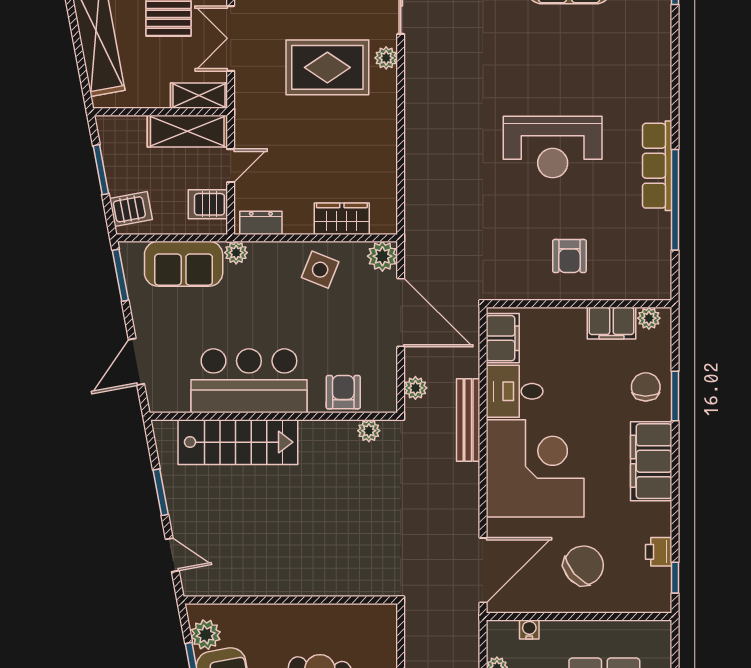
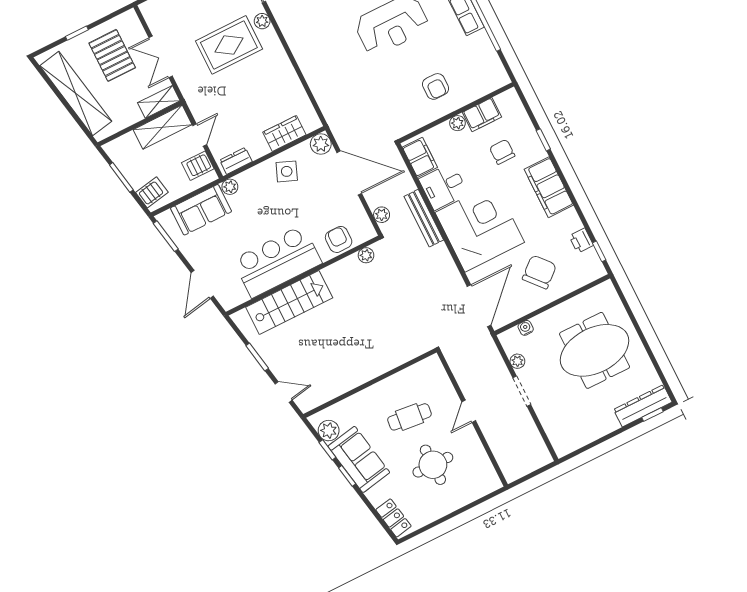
plant: (649, 318) -> (457, 123), moved
chair: (646, 387) -> (502, 152), moved
window: (675, 396) -> (543, 140), width x0.67

